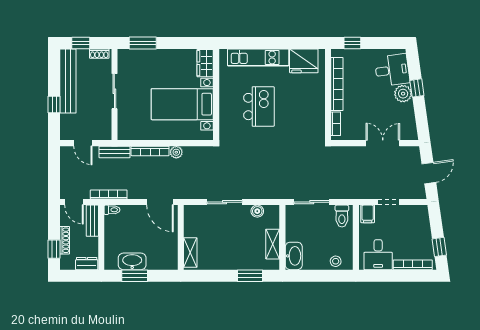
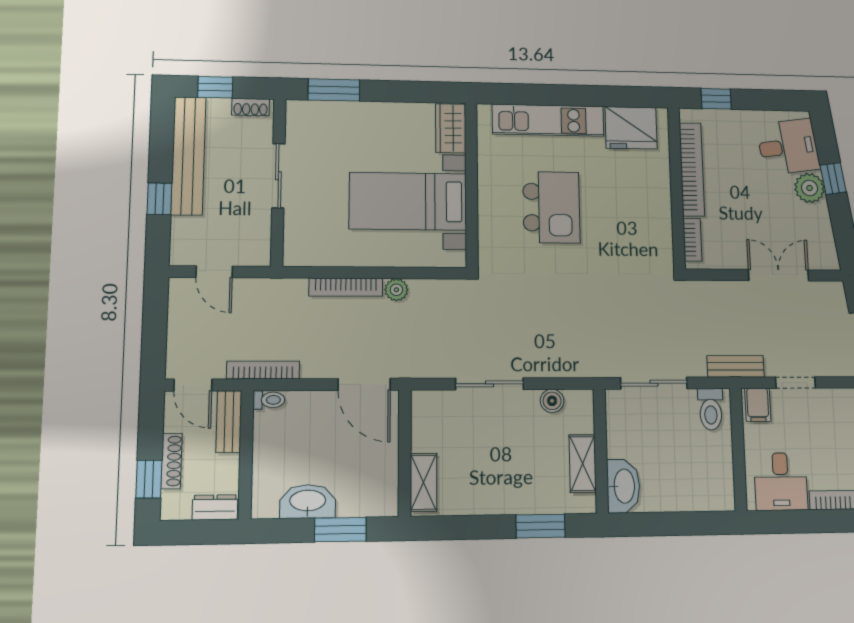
bench: (115, 152) -> (736, 366), moved
stool: (336, 261) -> (703, 495), removed
window: (135, 276) -> (340, 530), moved

